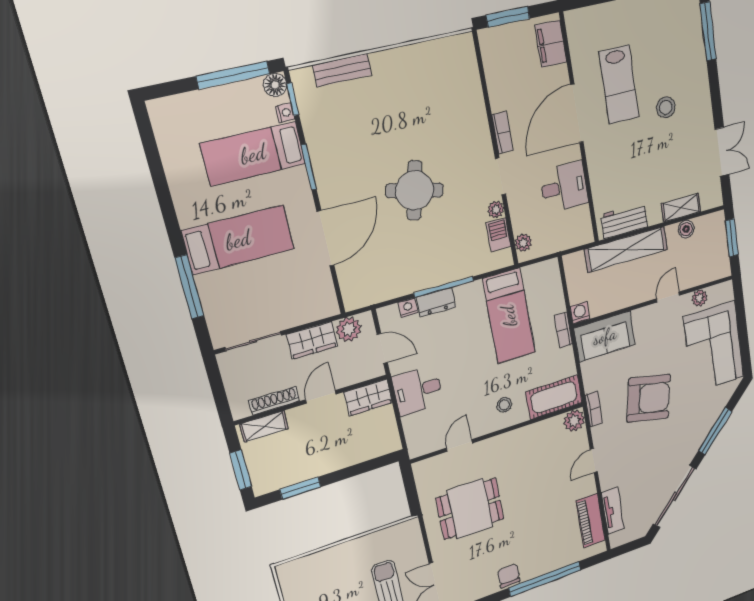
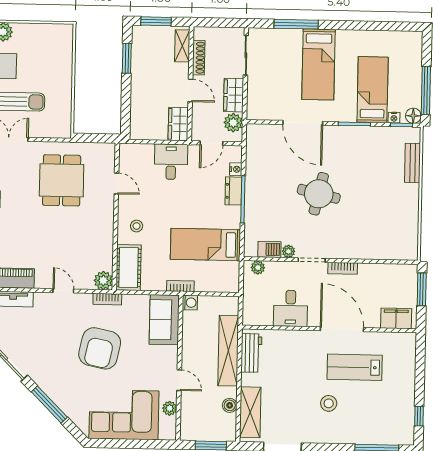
shelving: (681, 208) -> (250, 412), width x1.50, depth x1.33

